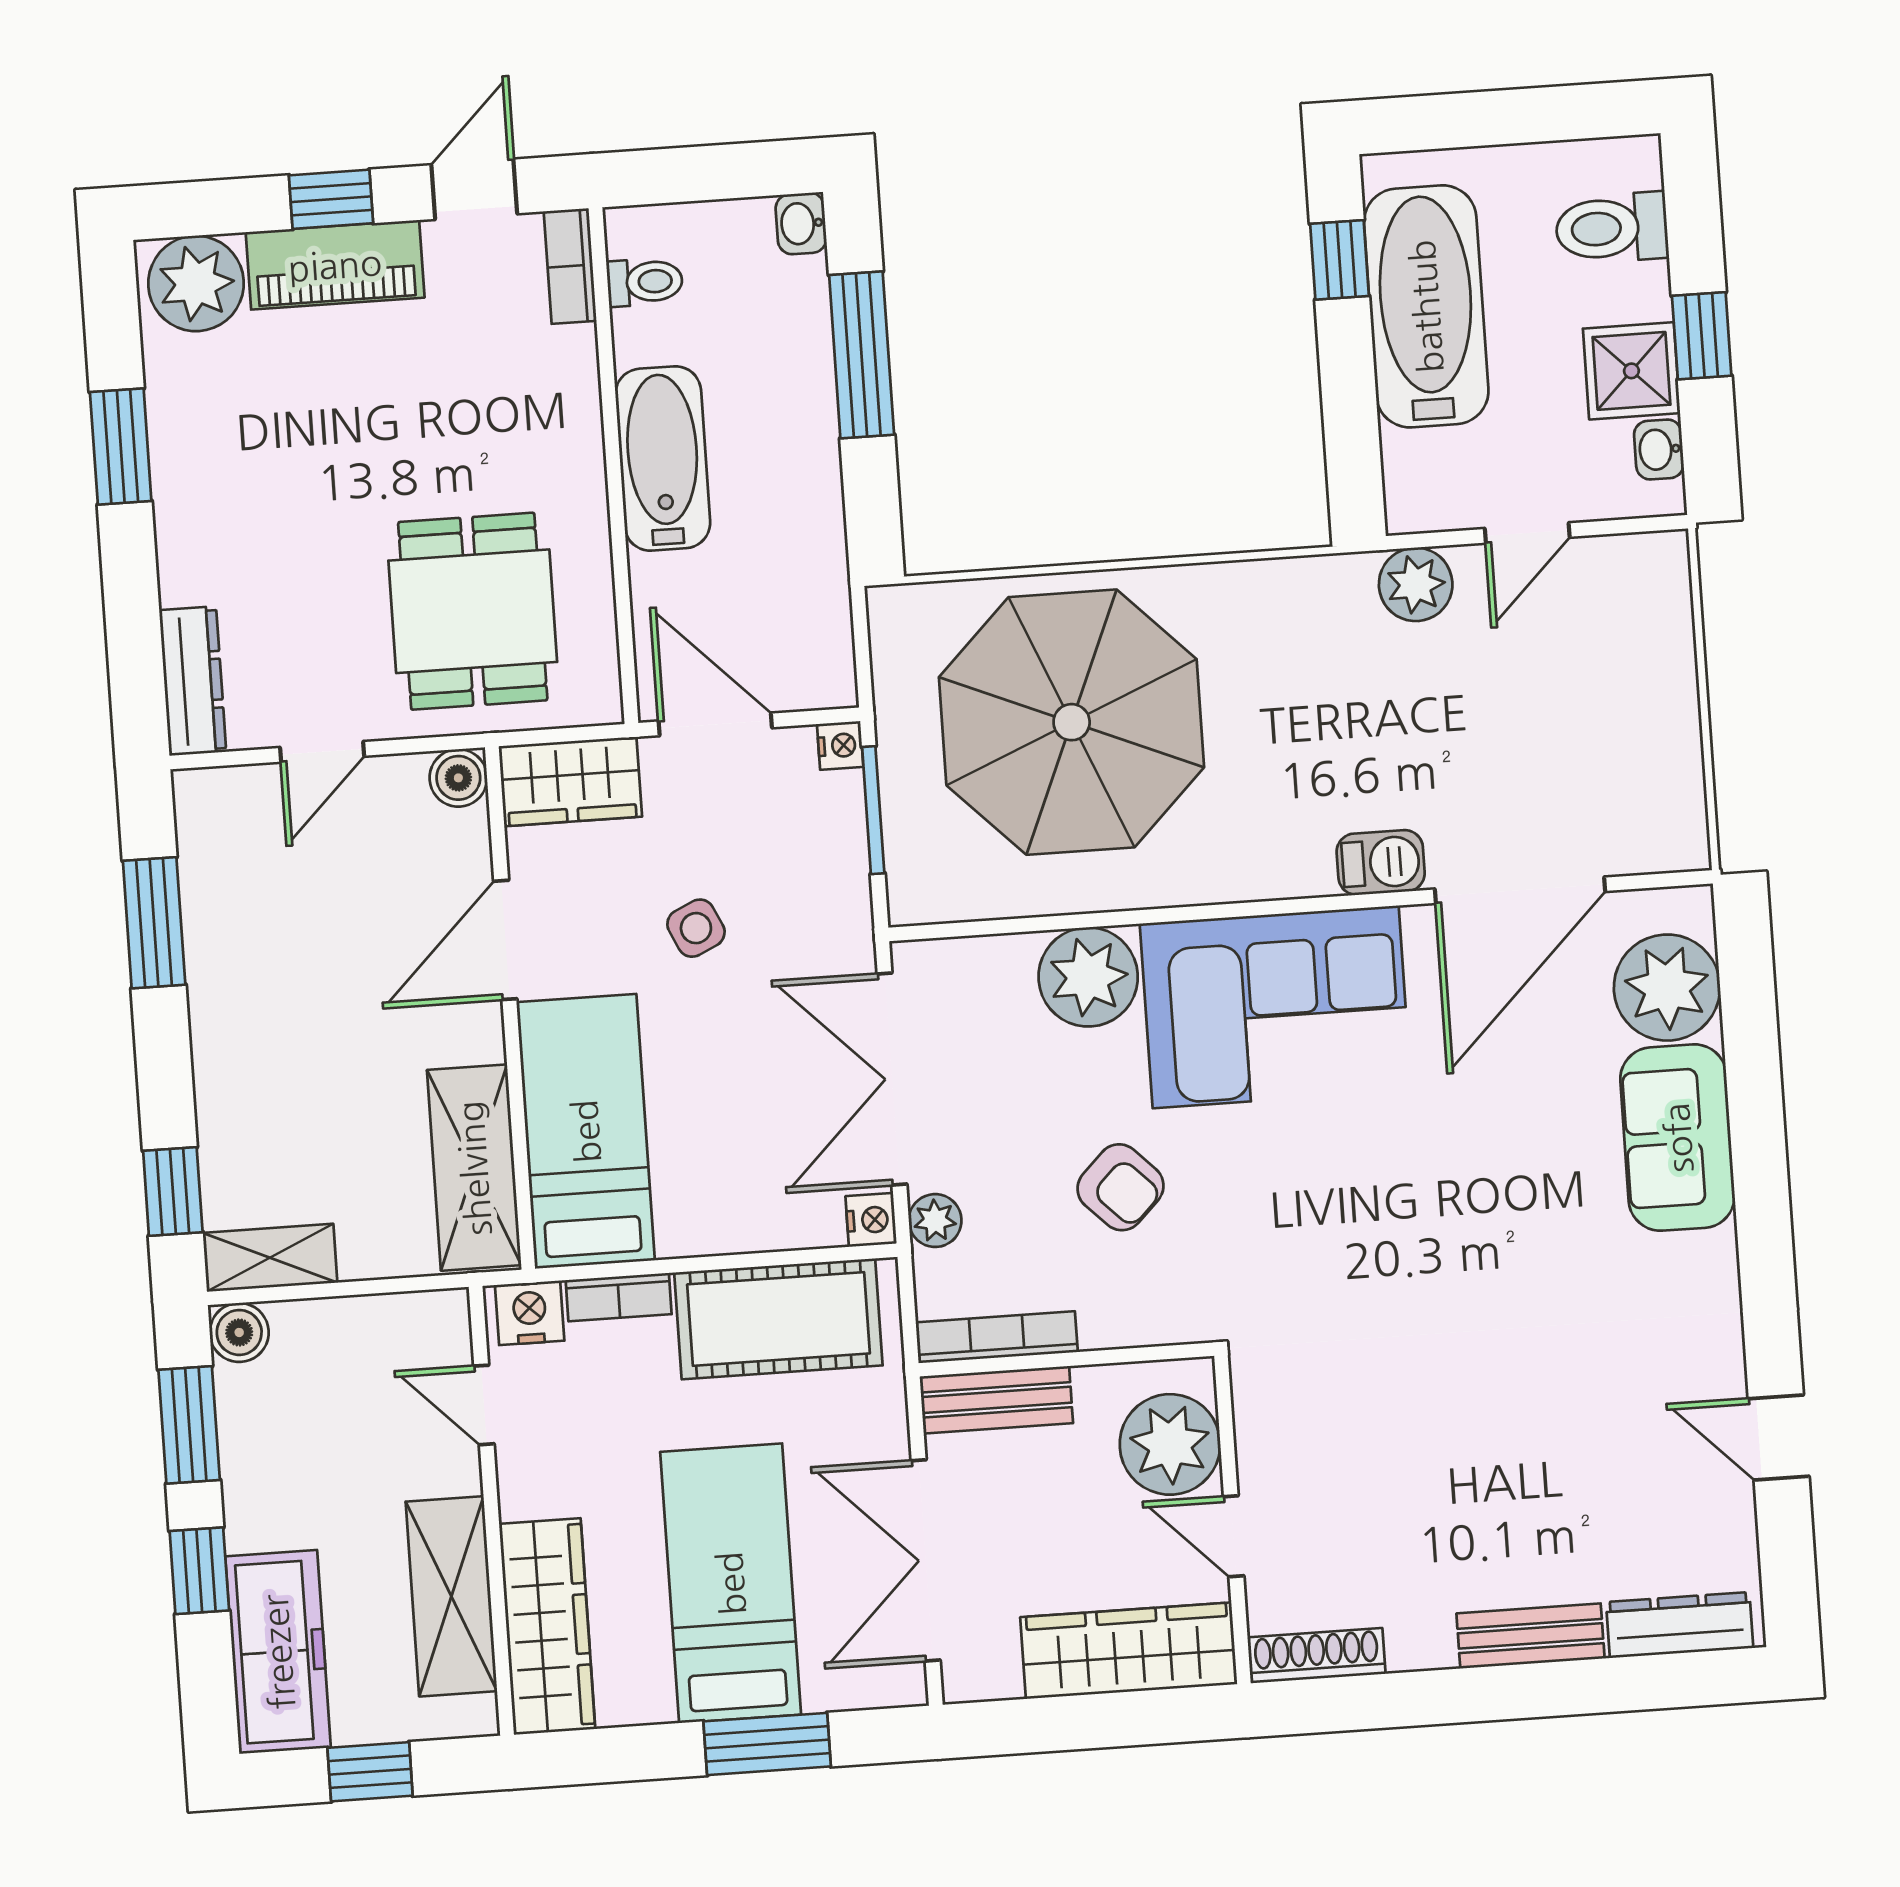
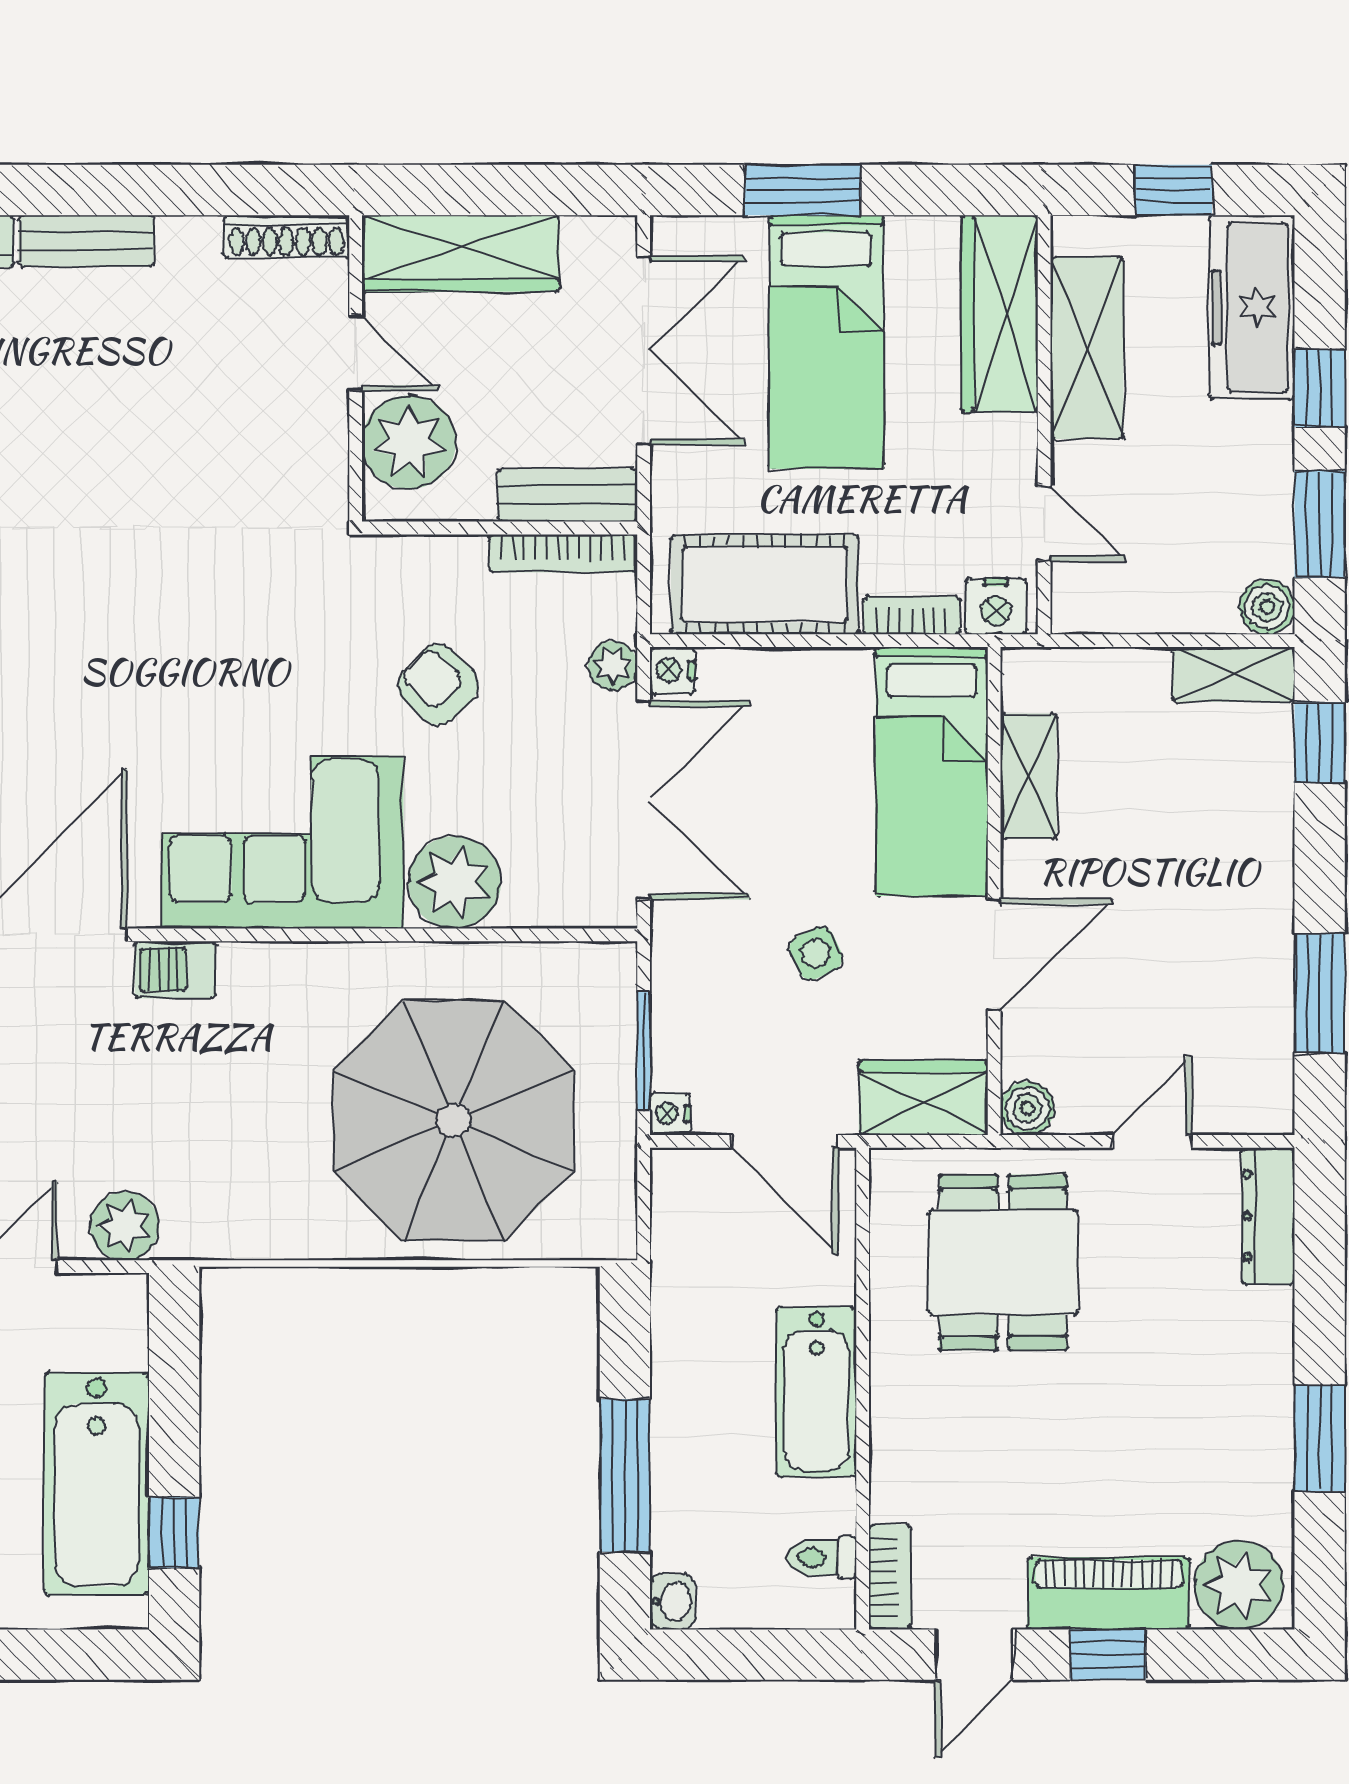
shelving: (474, 1168) -> (1029, 776), width x0.67, depth x0.75

